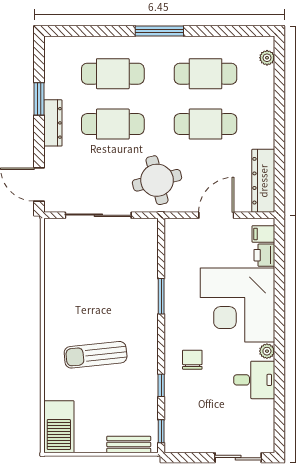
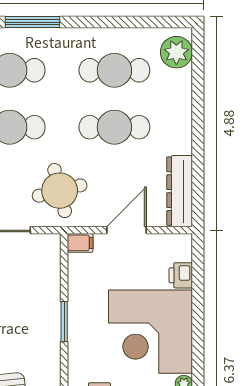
window: (159, 31) -> (32, 22), moved
plant: (267, 58) -> (176, 52), width x1.87, depth x1.87
filing cabinet: (263, 234) -> (80, 243), moved, turned 180

